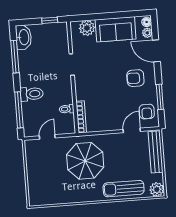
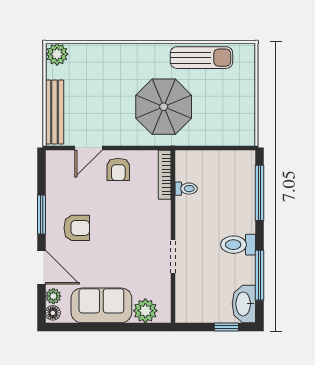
window: (50, 20) -> (226, 327), moved
toilet: (32, 94) -> (238, 245), moved
window: (160, 97) -> (41, 214), moved
armchair: (147, 112) -> (118, 169), moved, turned 180
door: (47, 137) -> (219, 148), removed
sun lounger: (124, 189) -> (201, 58), moved

